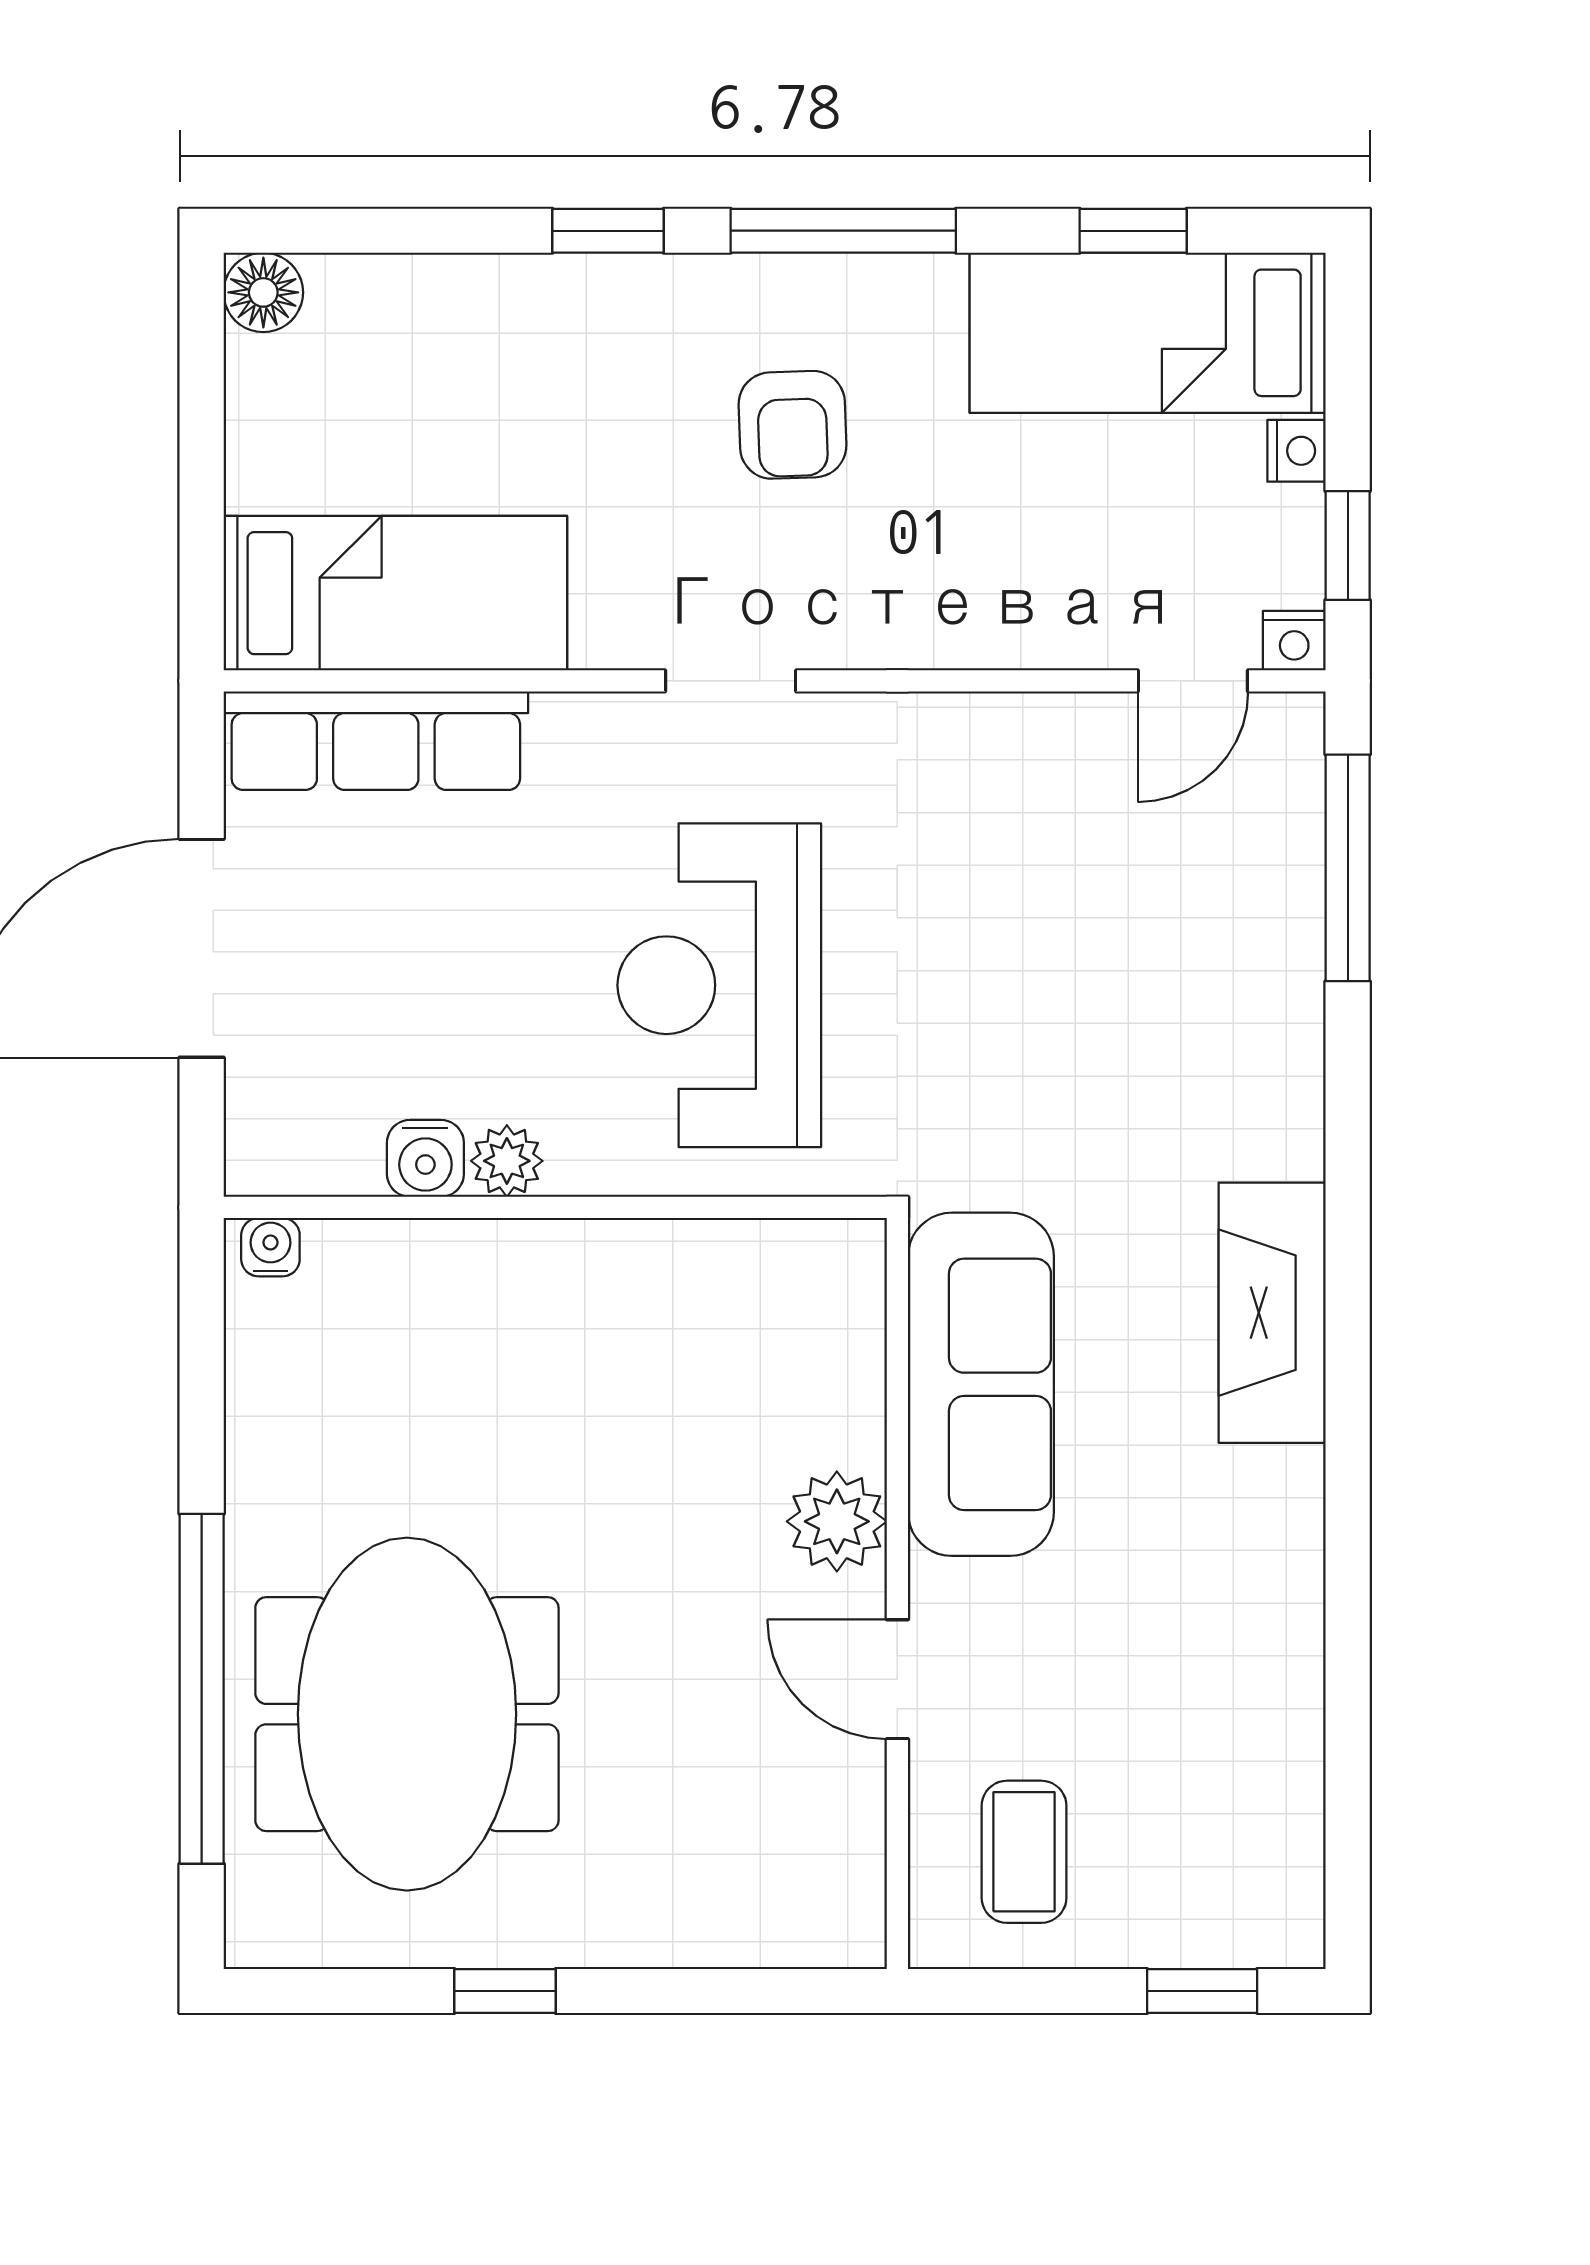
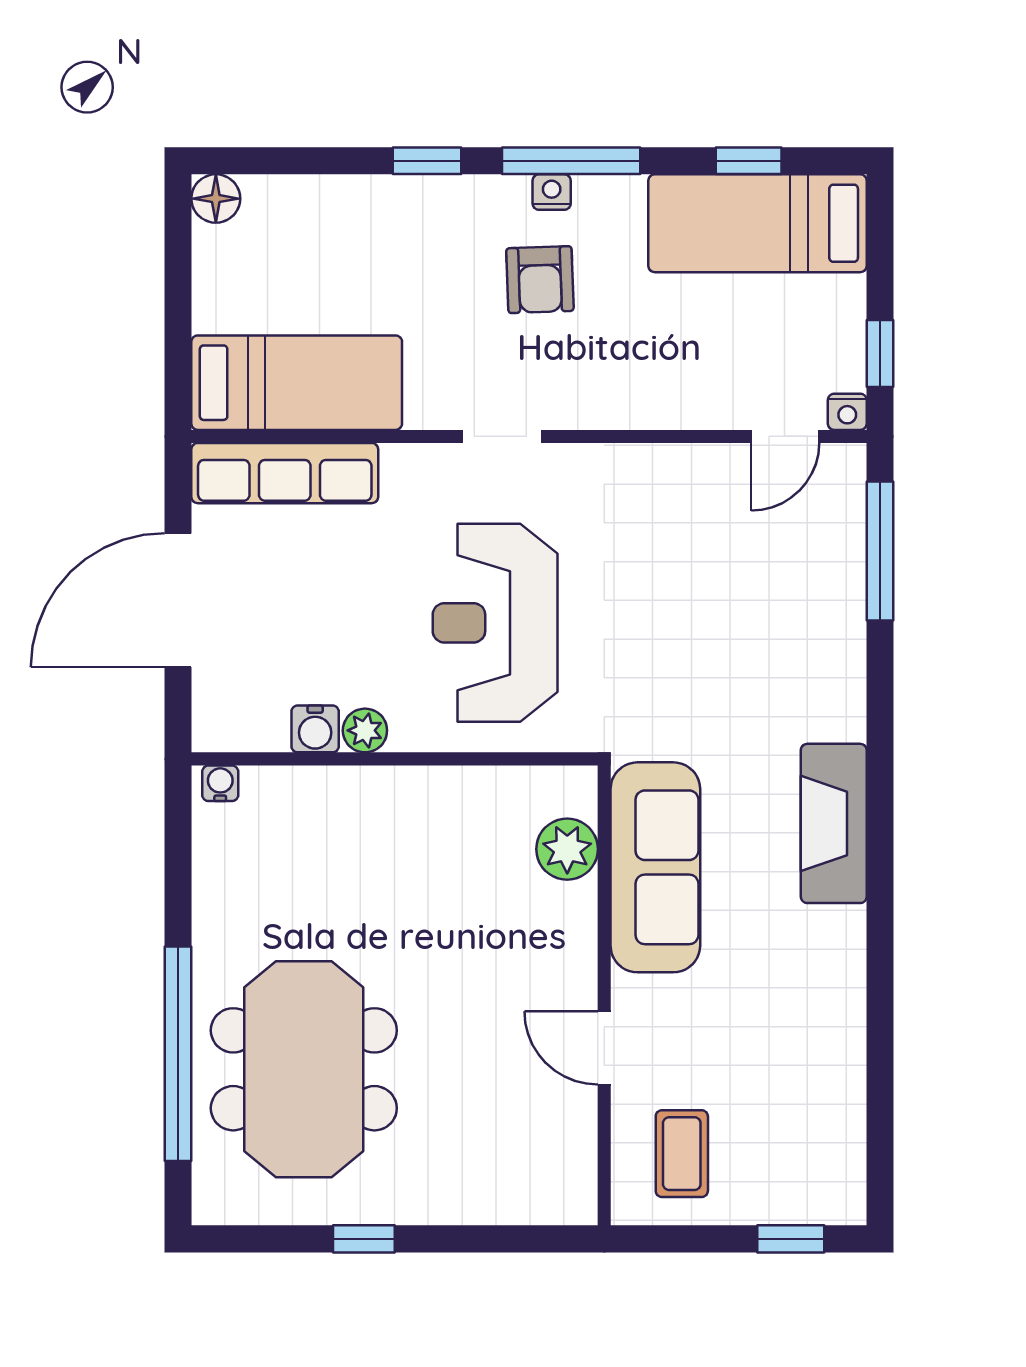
nightstand: (1296, 451) -> (552, 192), moved, turned -90
plant: (837, 1521) -> (567, 849), moved

